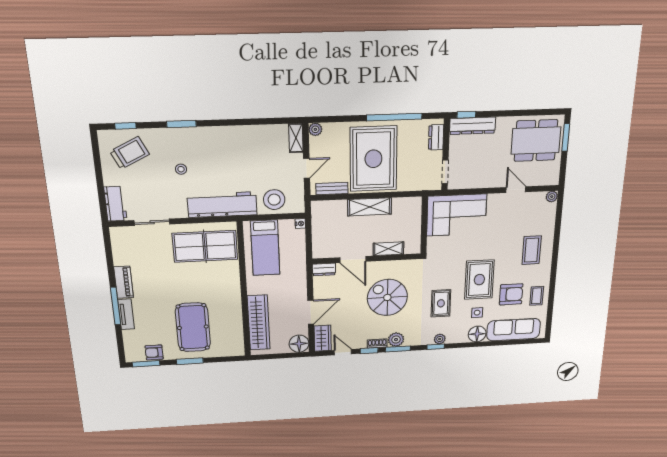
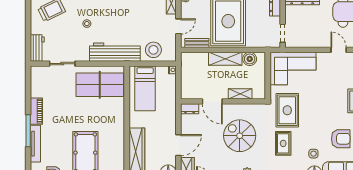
boiler: (401, 206) -> (250, 59), added
rug: (479, 280) -> (287, 110), moved
tv unit: (126, 314) -> (35, 144), width x1.41

